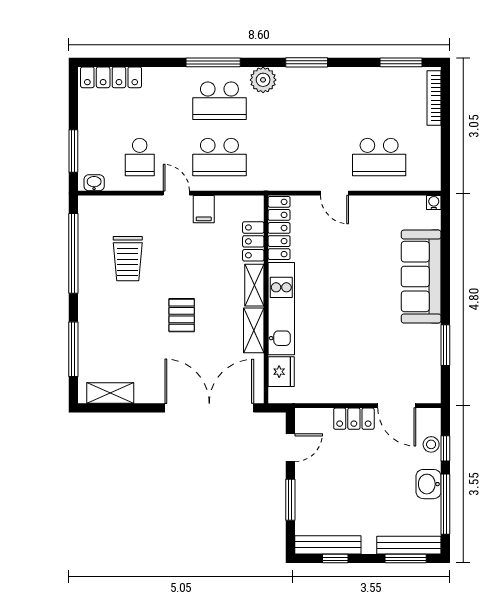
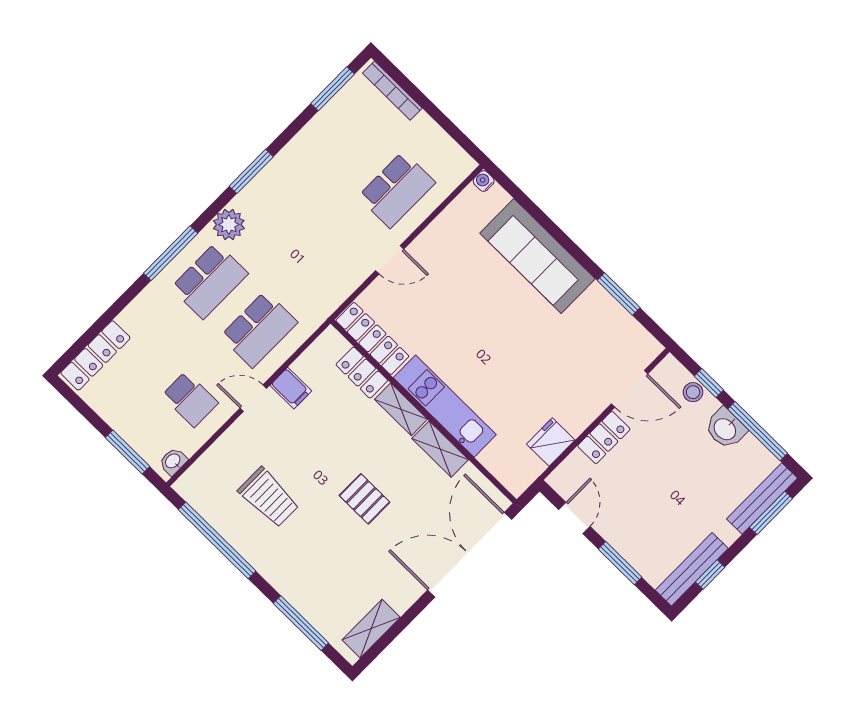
fridge: (281, 372) -> (551, 442), moved, turned -90

